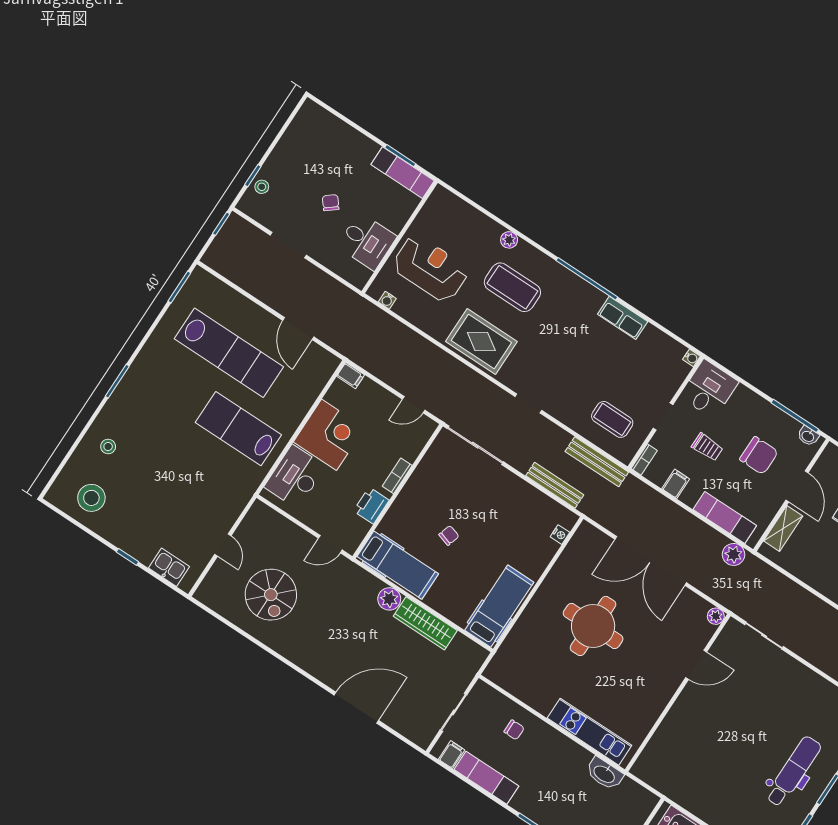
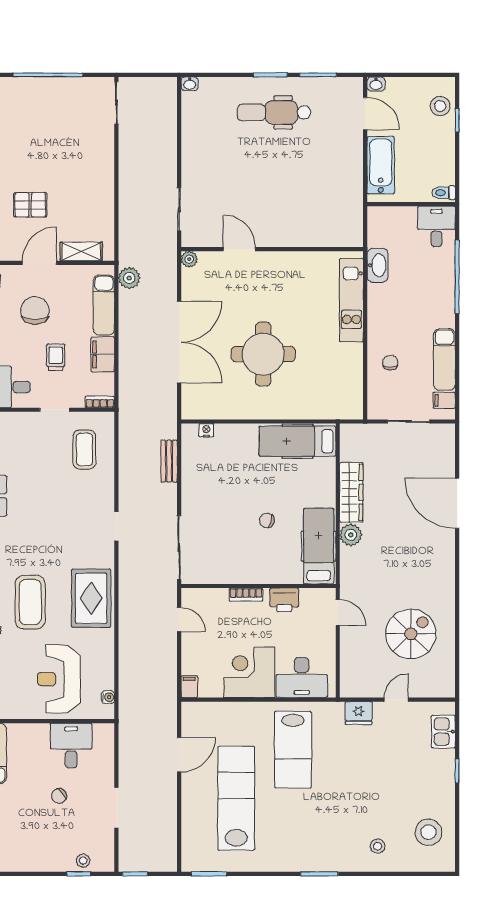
bench: (597, 462) -> (127, 439), removed
filing cabinet: (676, 484) -> (103, 354), width x2.00
bench: (555, 485) -> (169, 461), width x0.73
fridge: (233, 505) -> (359, 713), added

